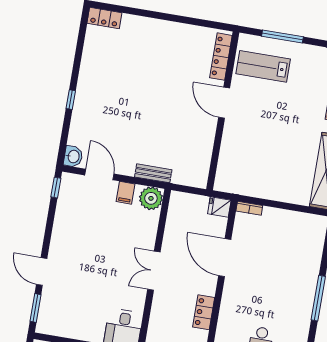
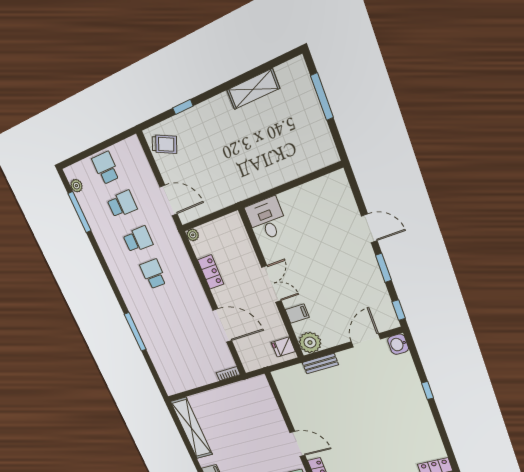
door: (99, 174) -> (366, 340), swing flipped
filing cabinet: (126, 193) -> (297, 314), moved, turned 90
fridge: (219, 207) -> (283, 347), moved, turned 180
window: (35, 308) -> (383, 268), moved

